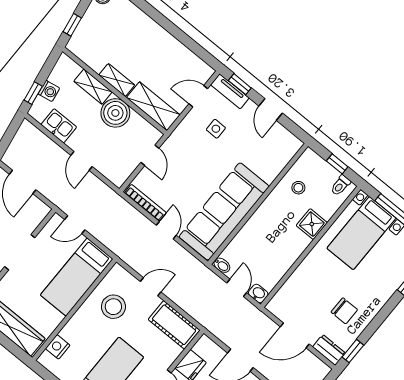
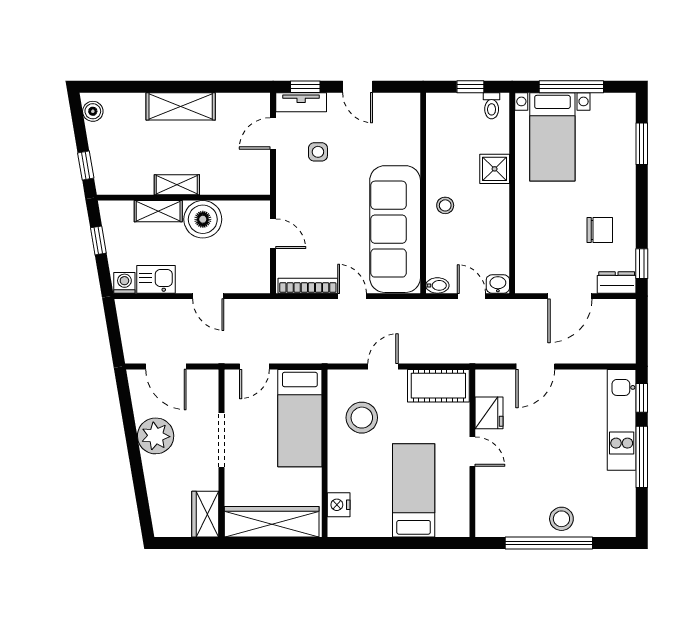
washing machine: (49, 91) -> (124, 283), moved, turned -80
window: (33, 93) -> (98, 240), moved
shelving: (153, 106) -> (181, 106), moved
stool: (298, 188) -> (445, 205), moved

